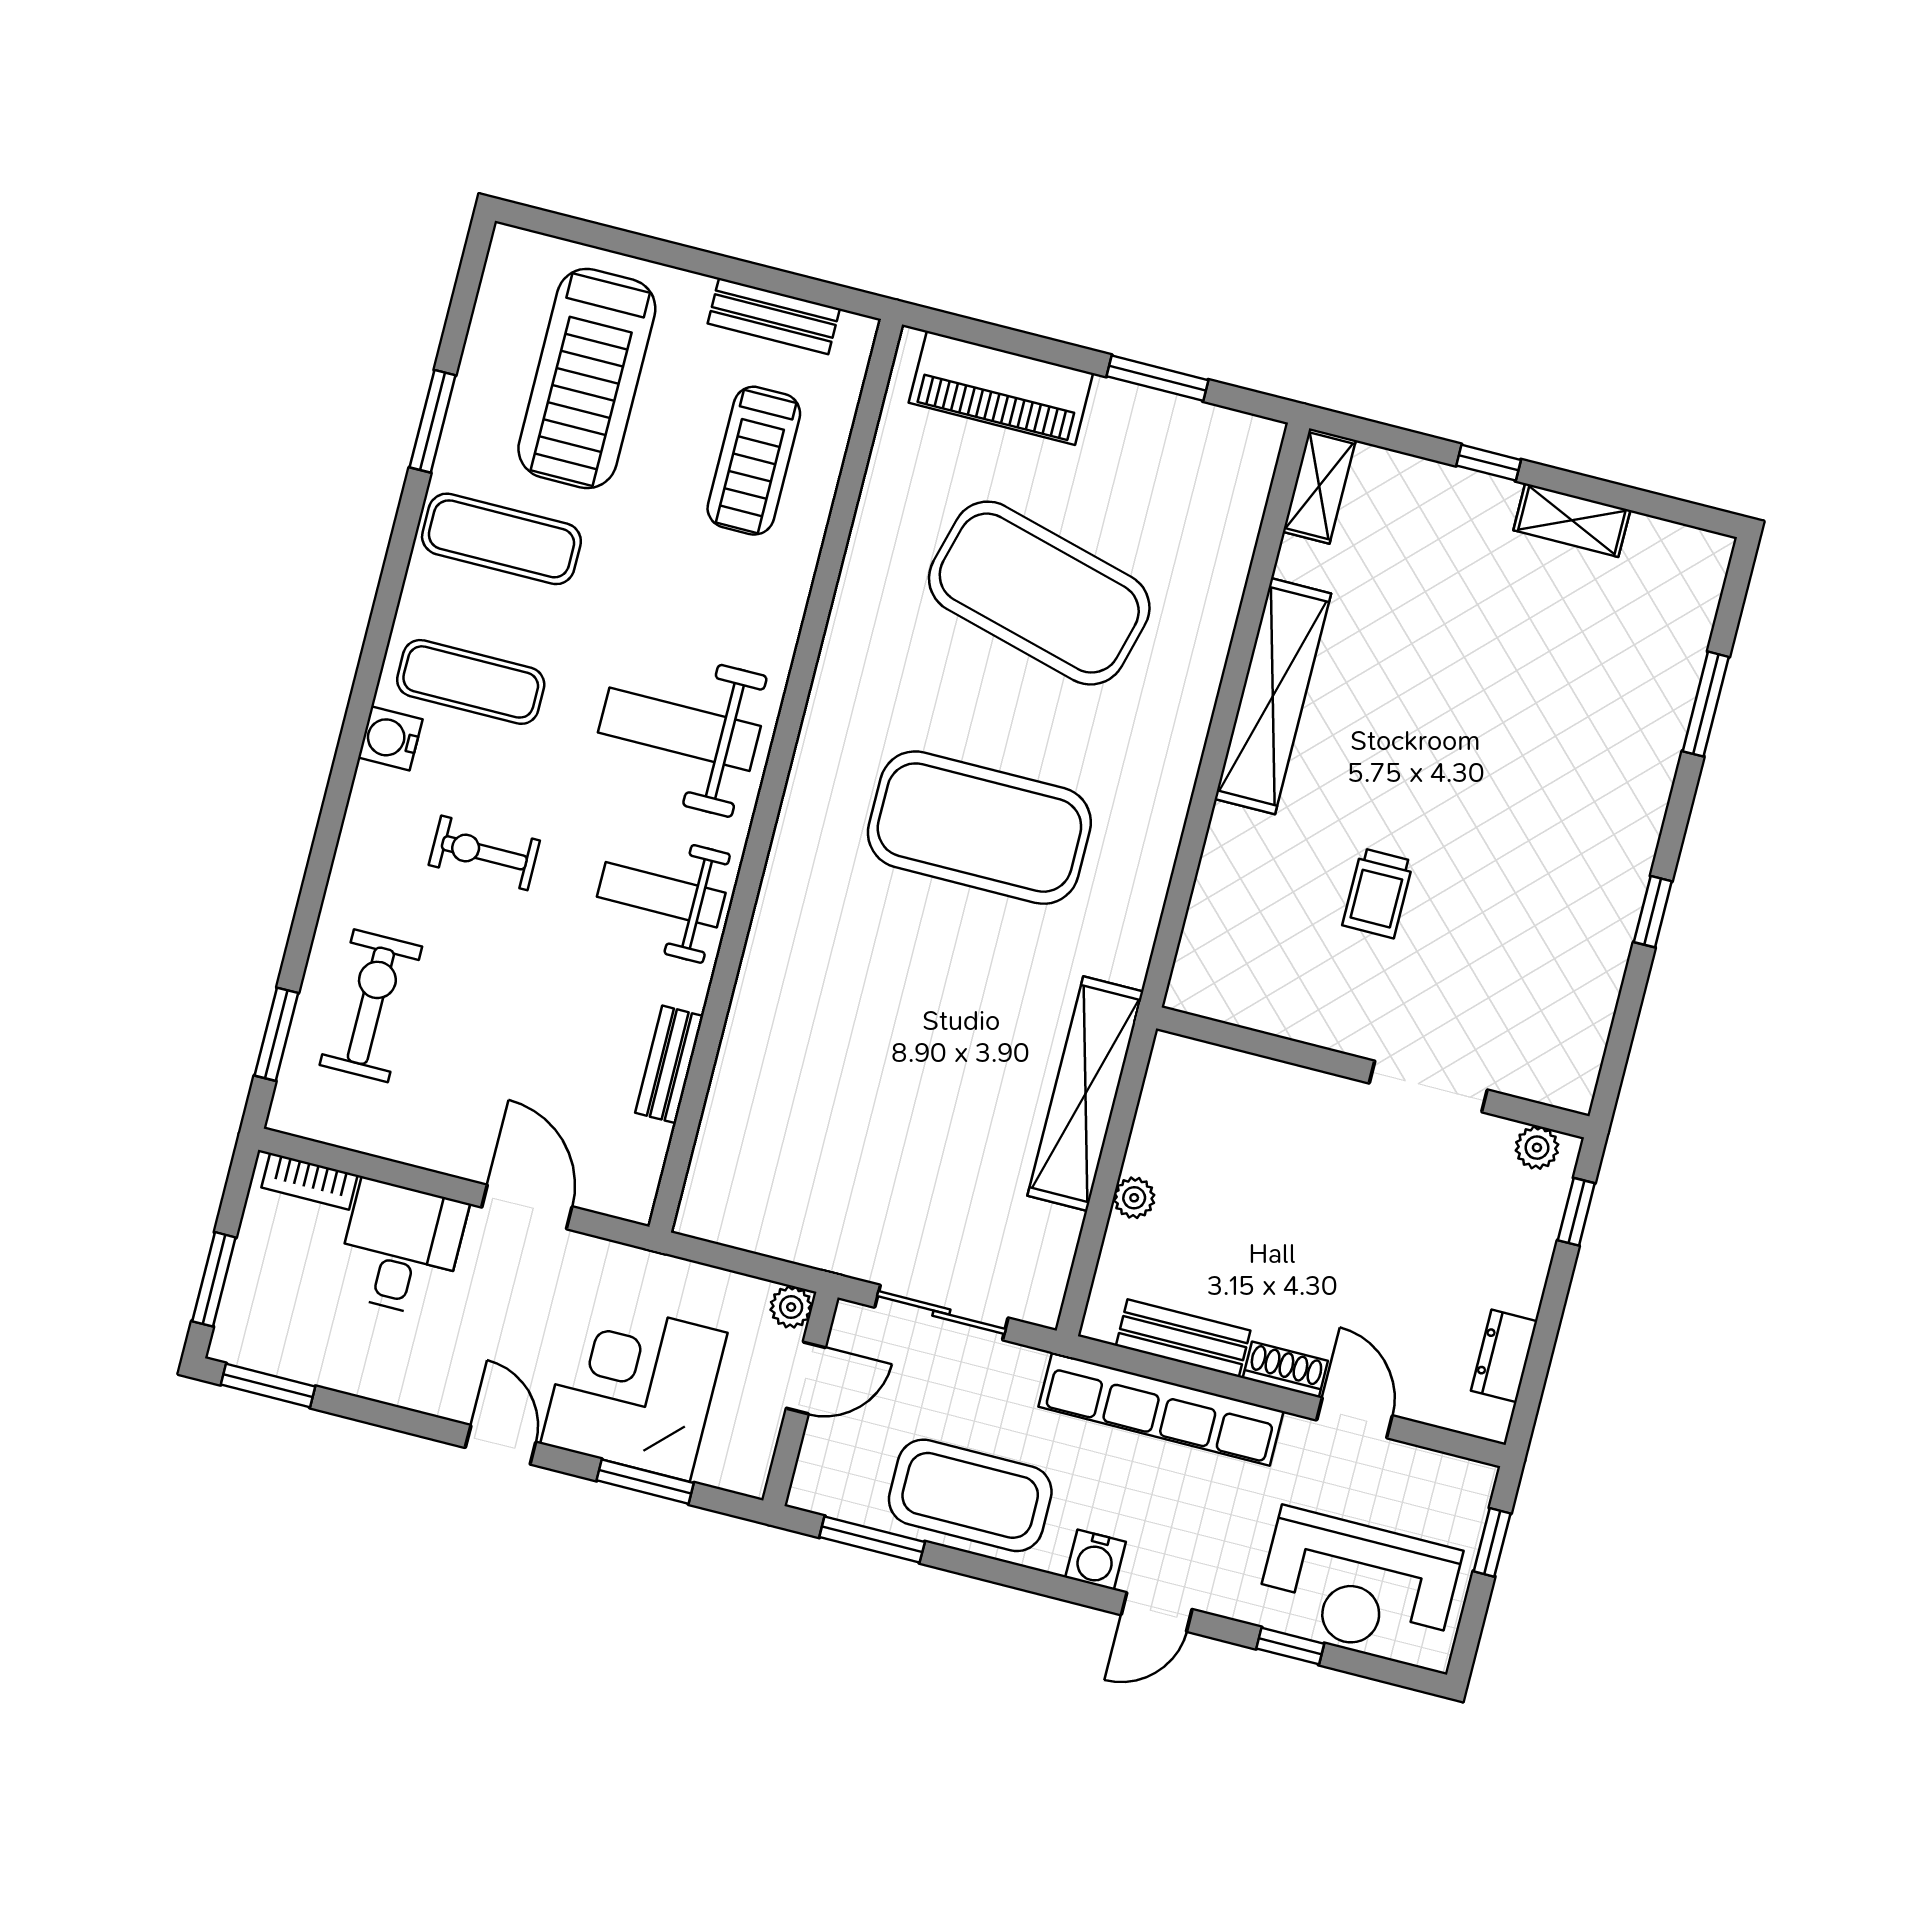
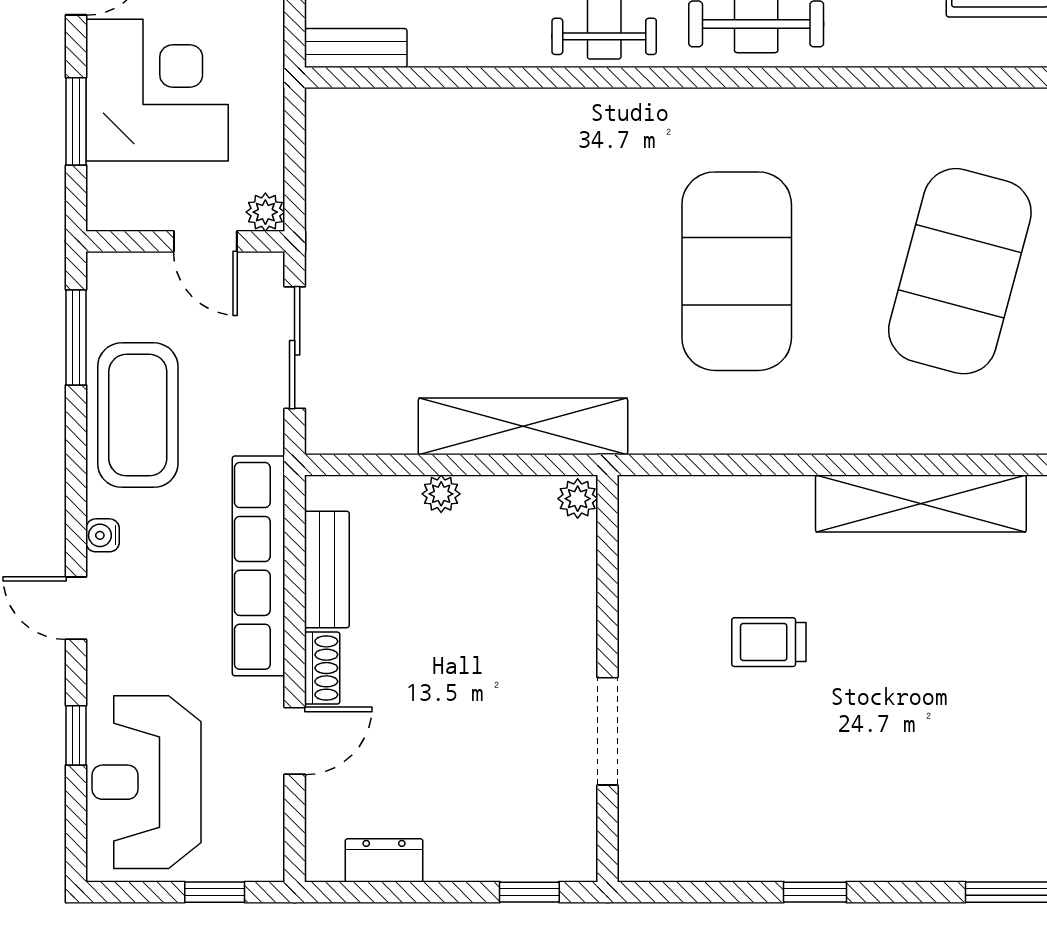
bench: (669, 1064) -> (356, 48), moved
plant: (1537, 1148) -> (578, 499), moved
water cooler: (1096, 1560) -> (103, 535), width x0.72, depth x0.72

